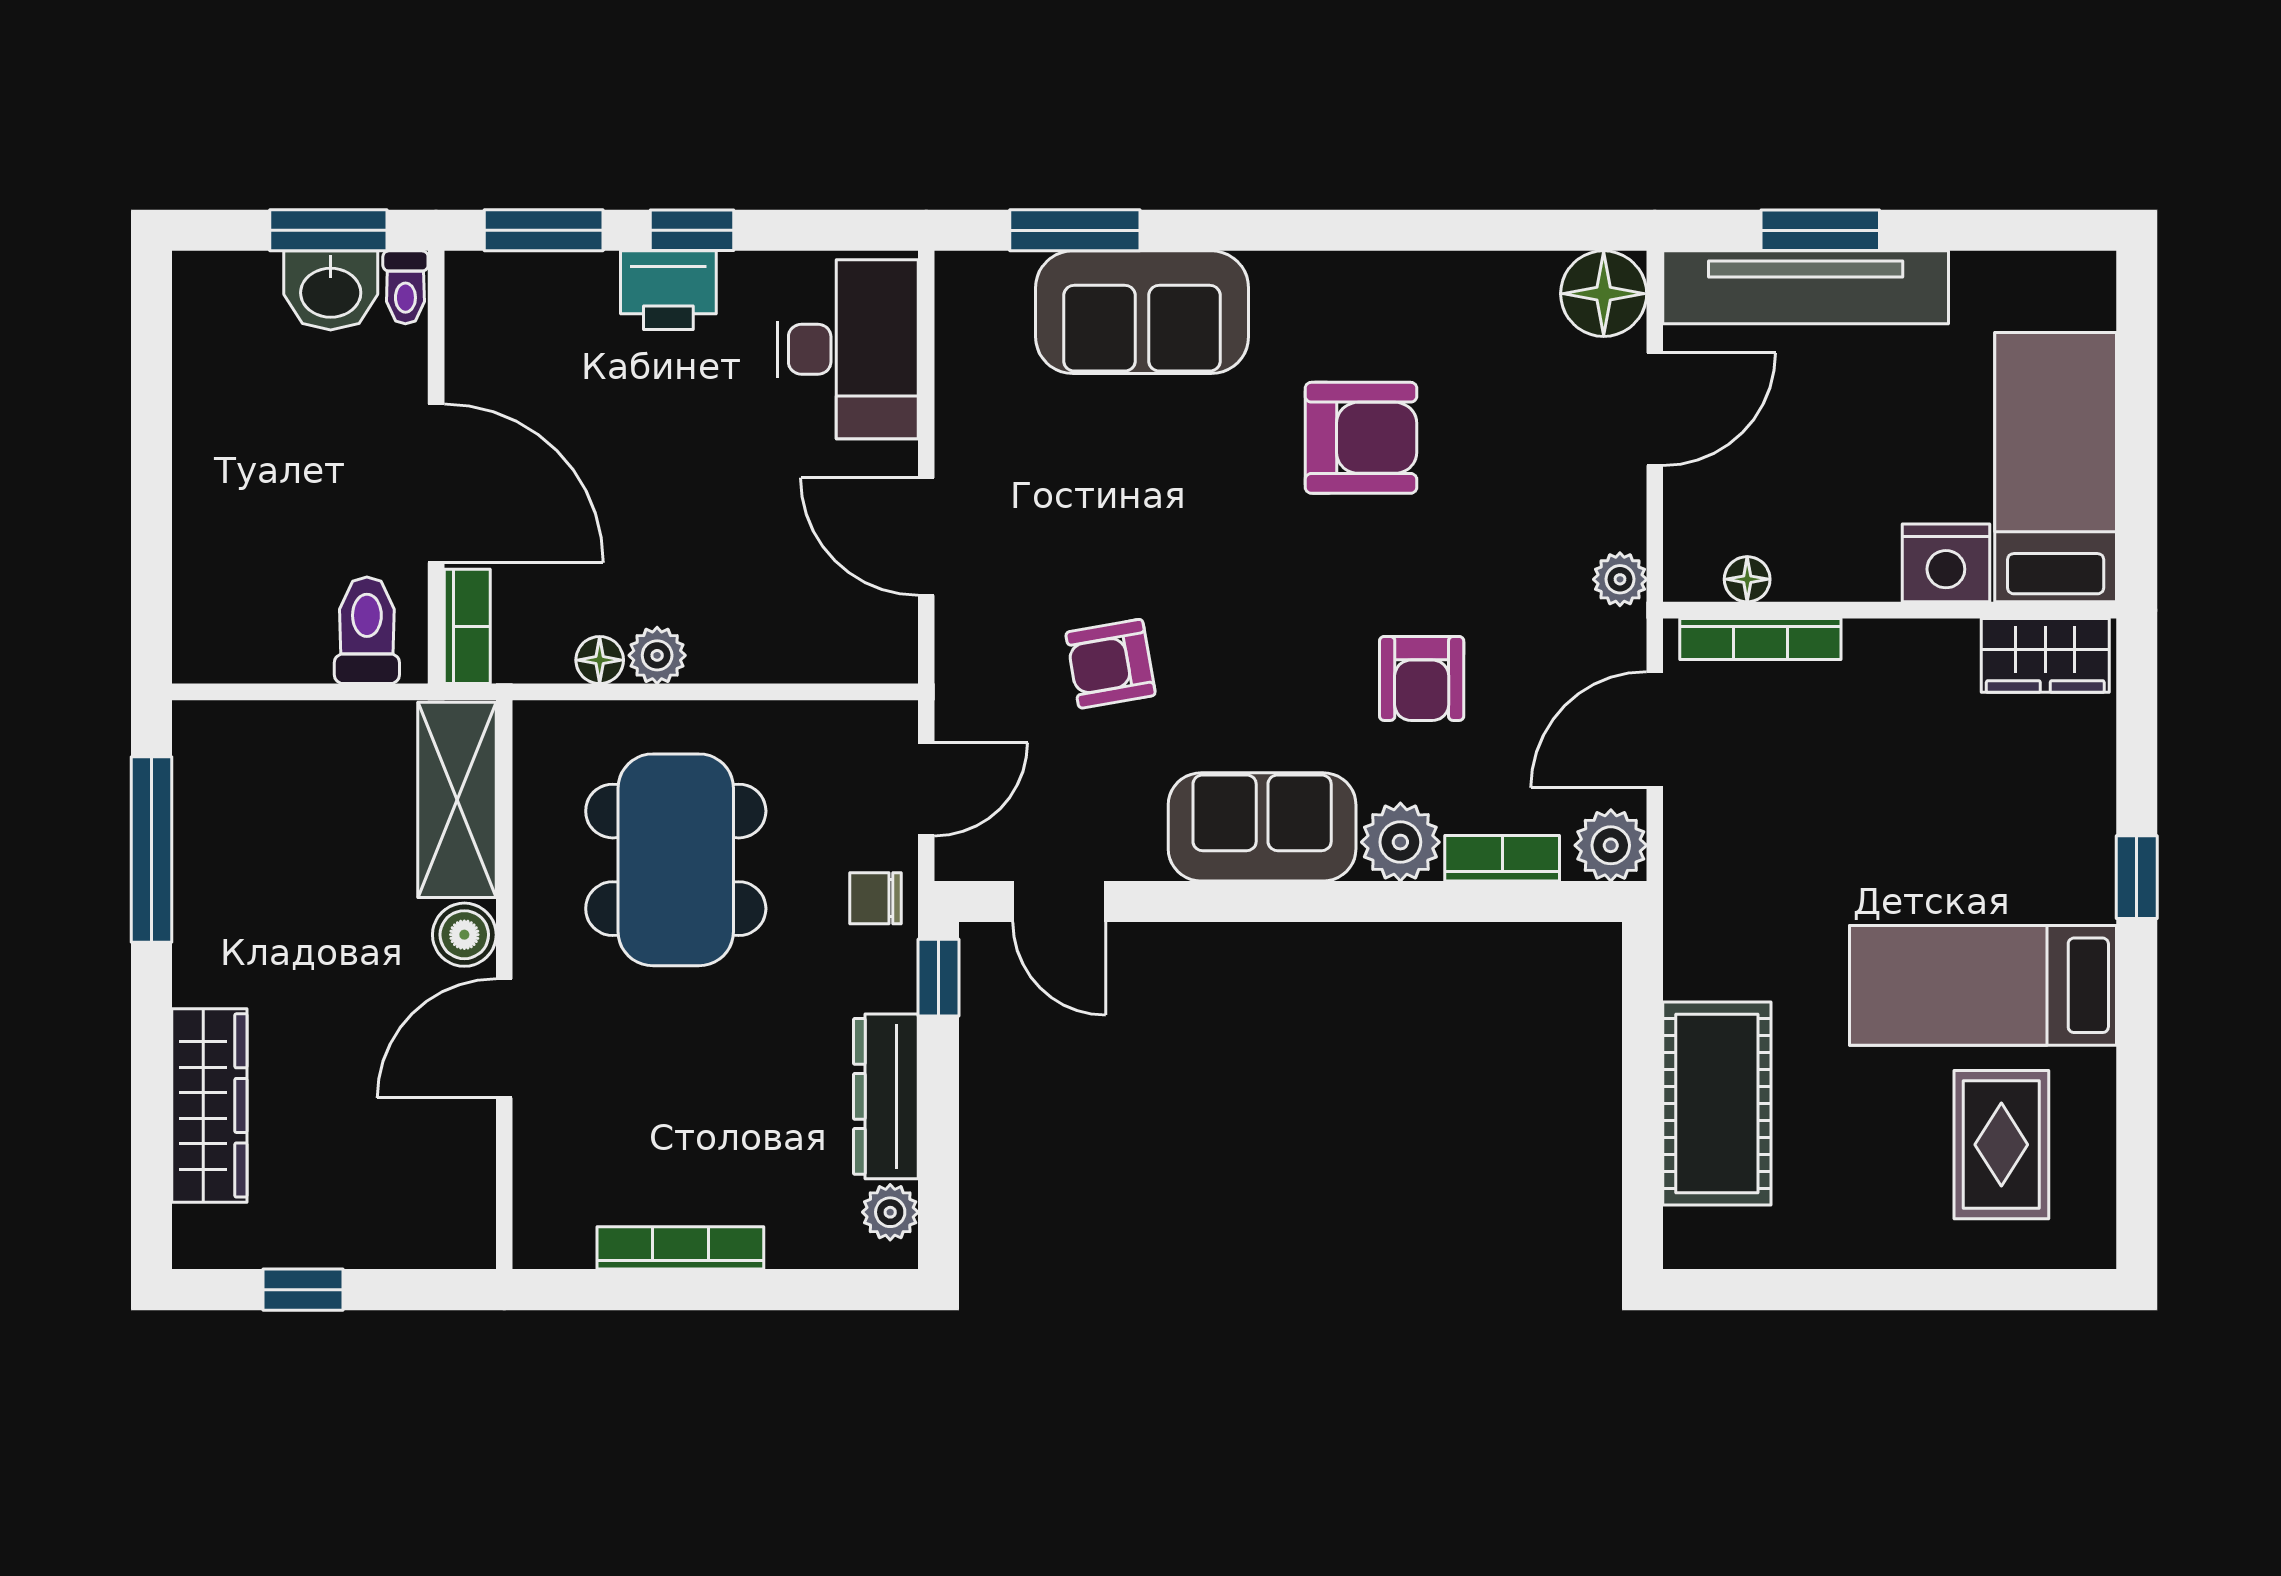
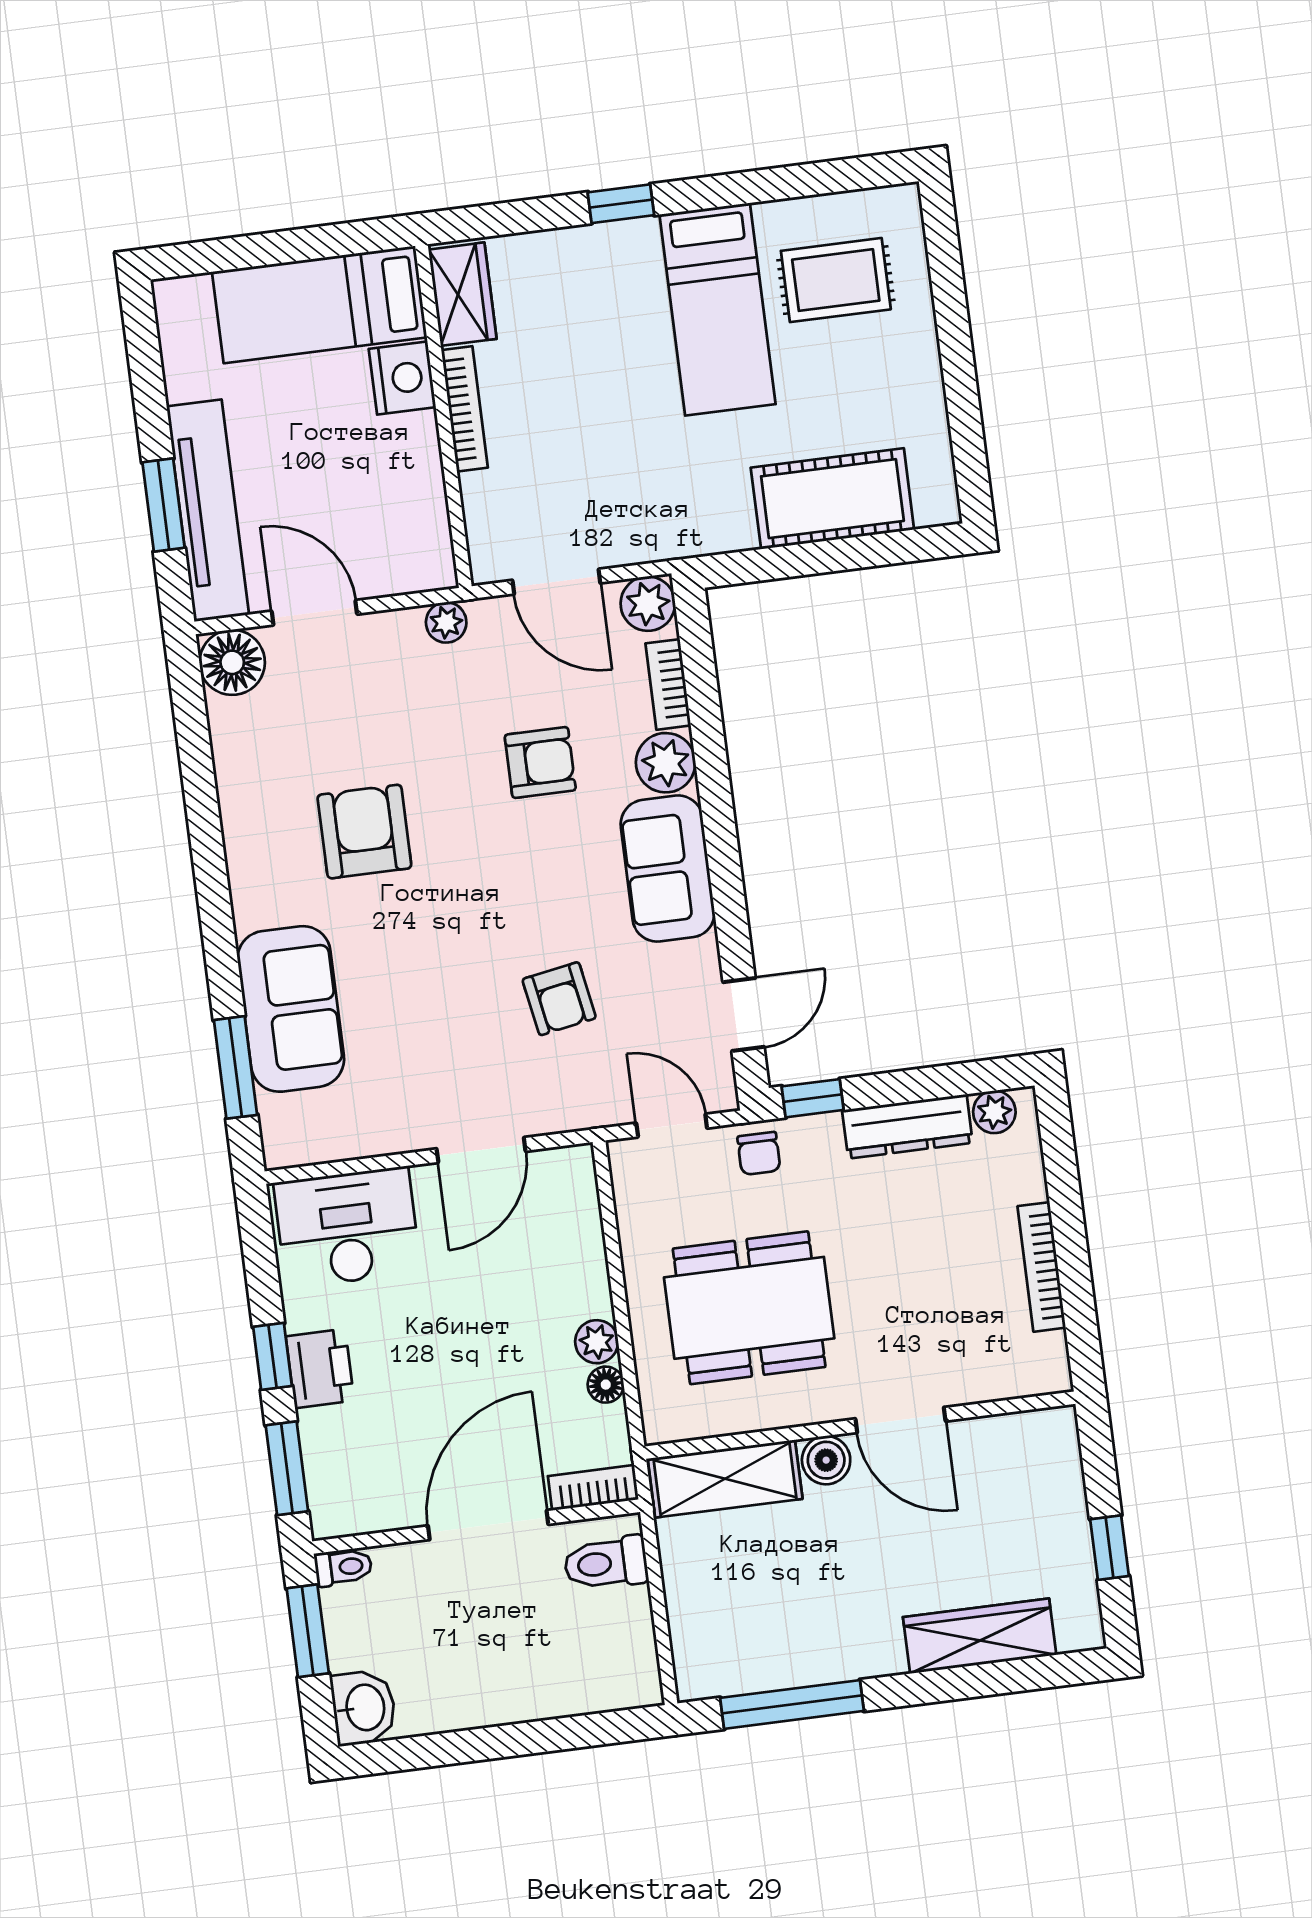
washbasin: (331, 290) -> (364, 1708), moved
floor lamp: (1747, 579) -> (434, 526), removed
bookcase: (1760, 639) -> (465, 409), moved

